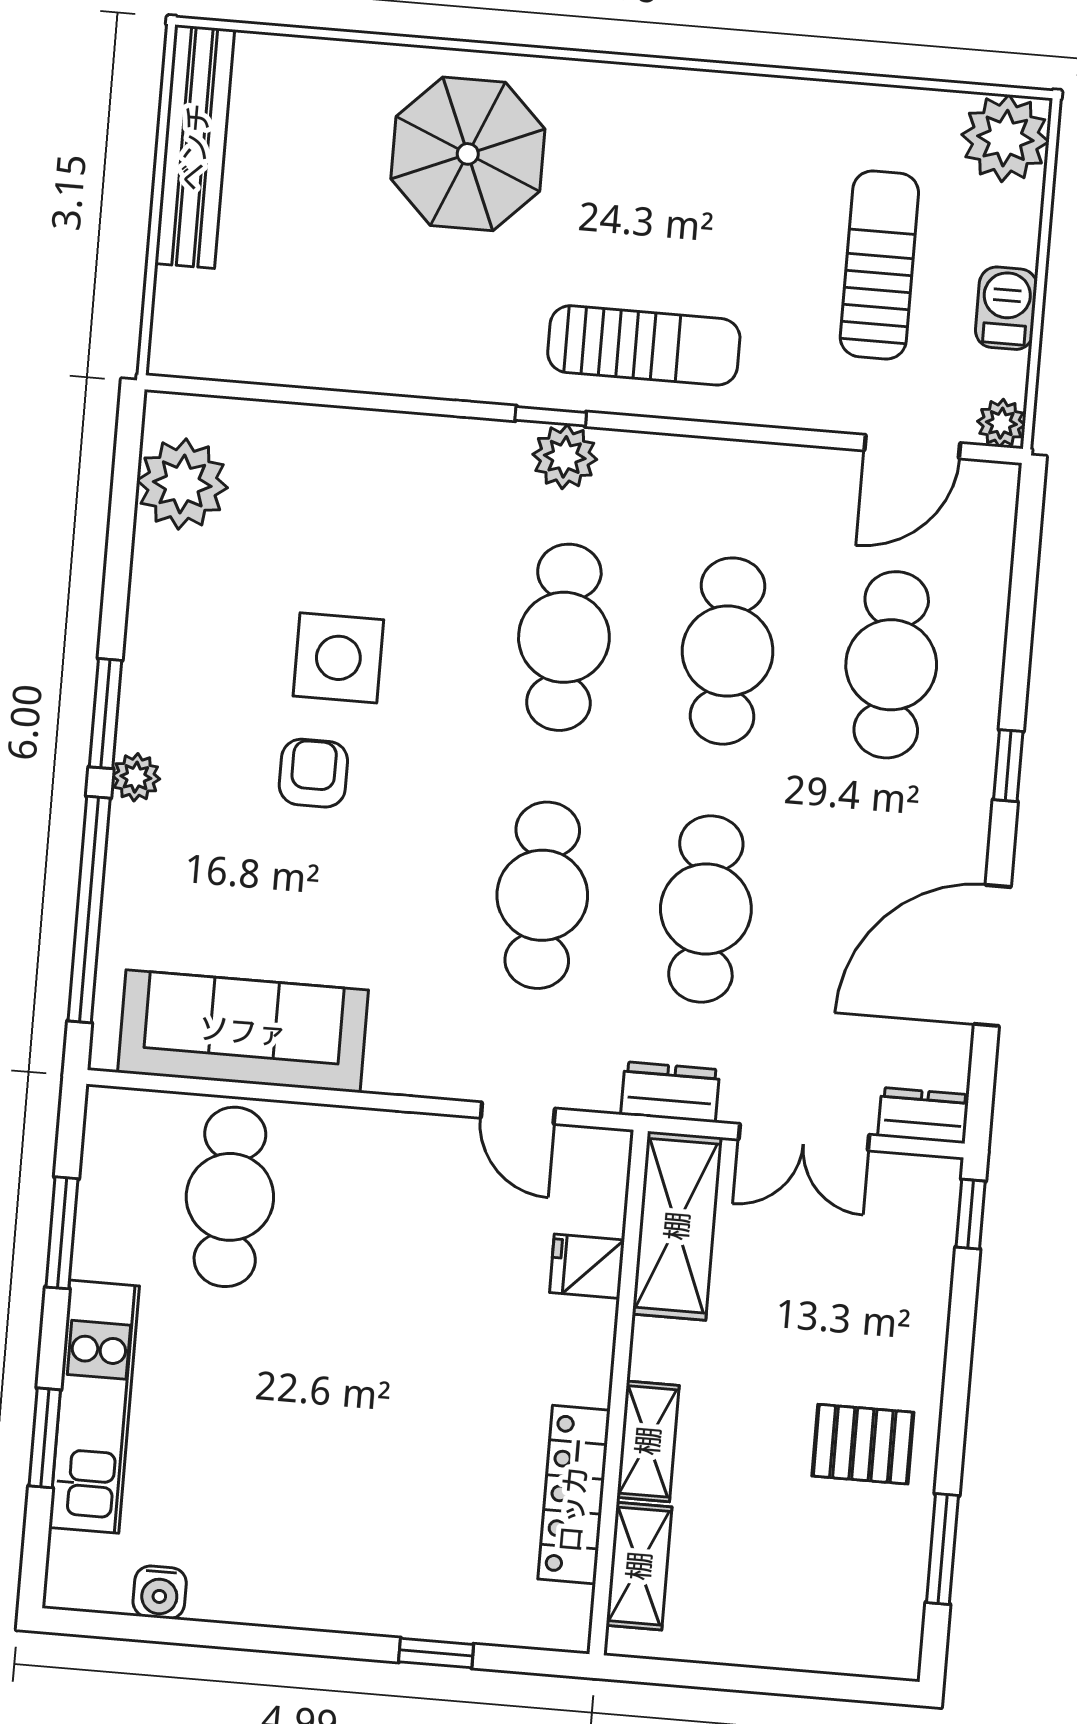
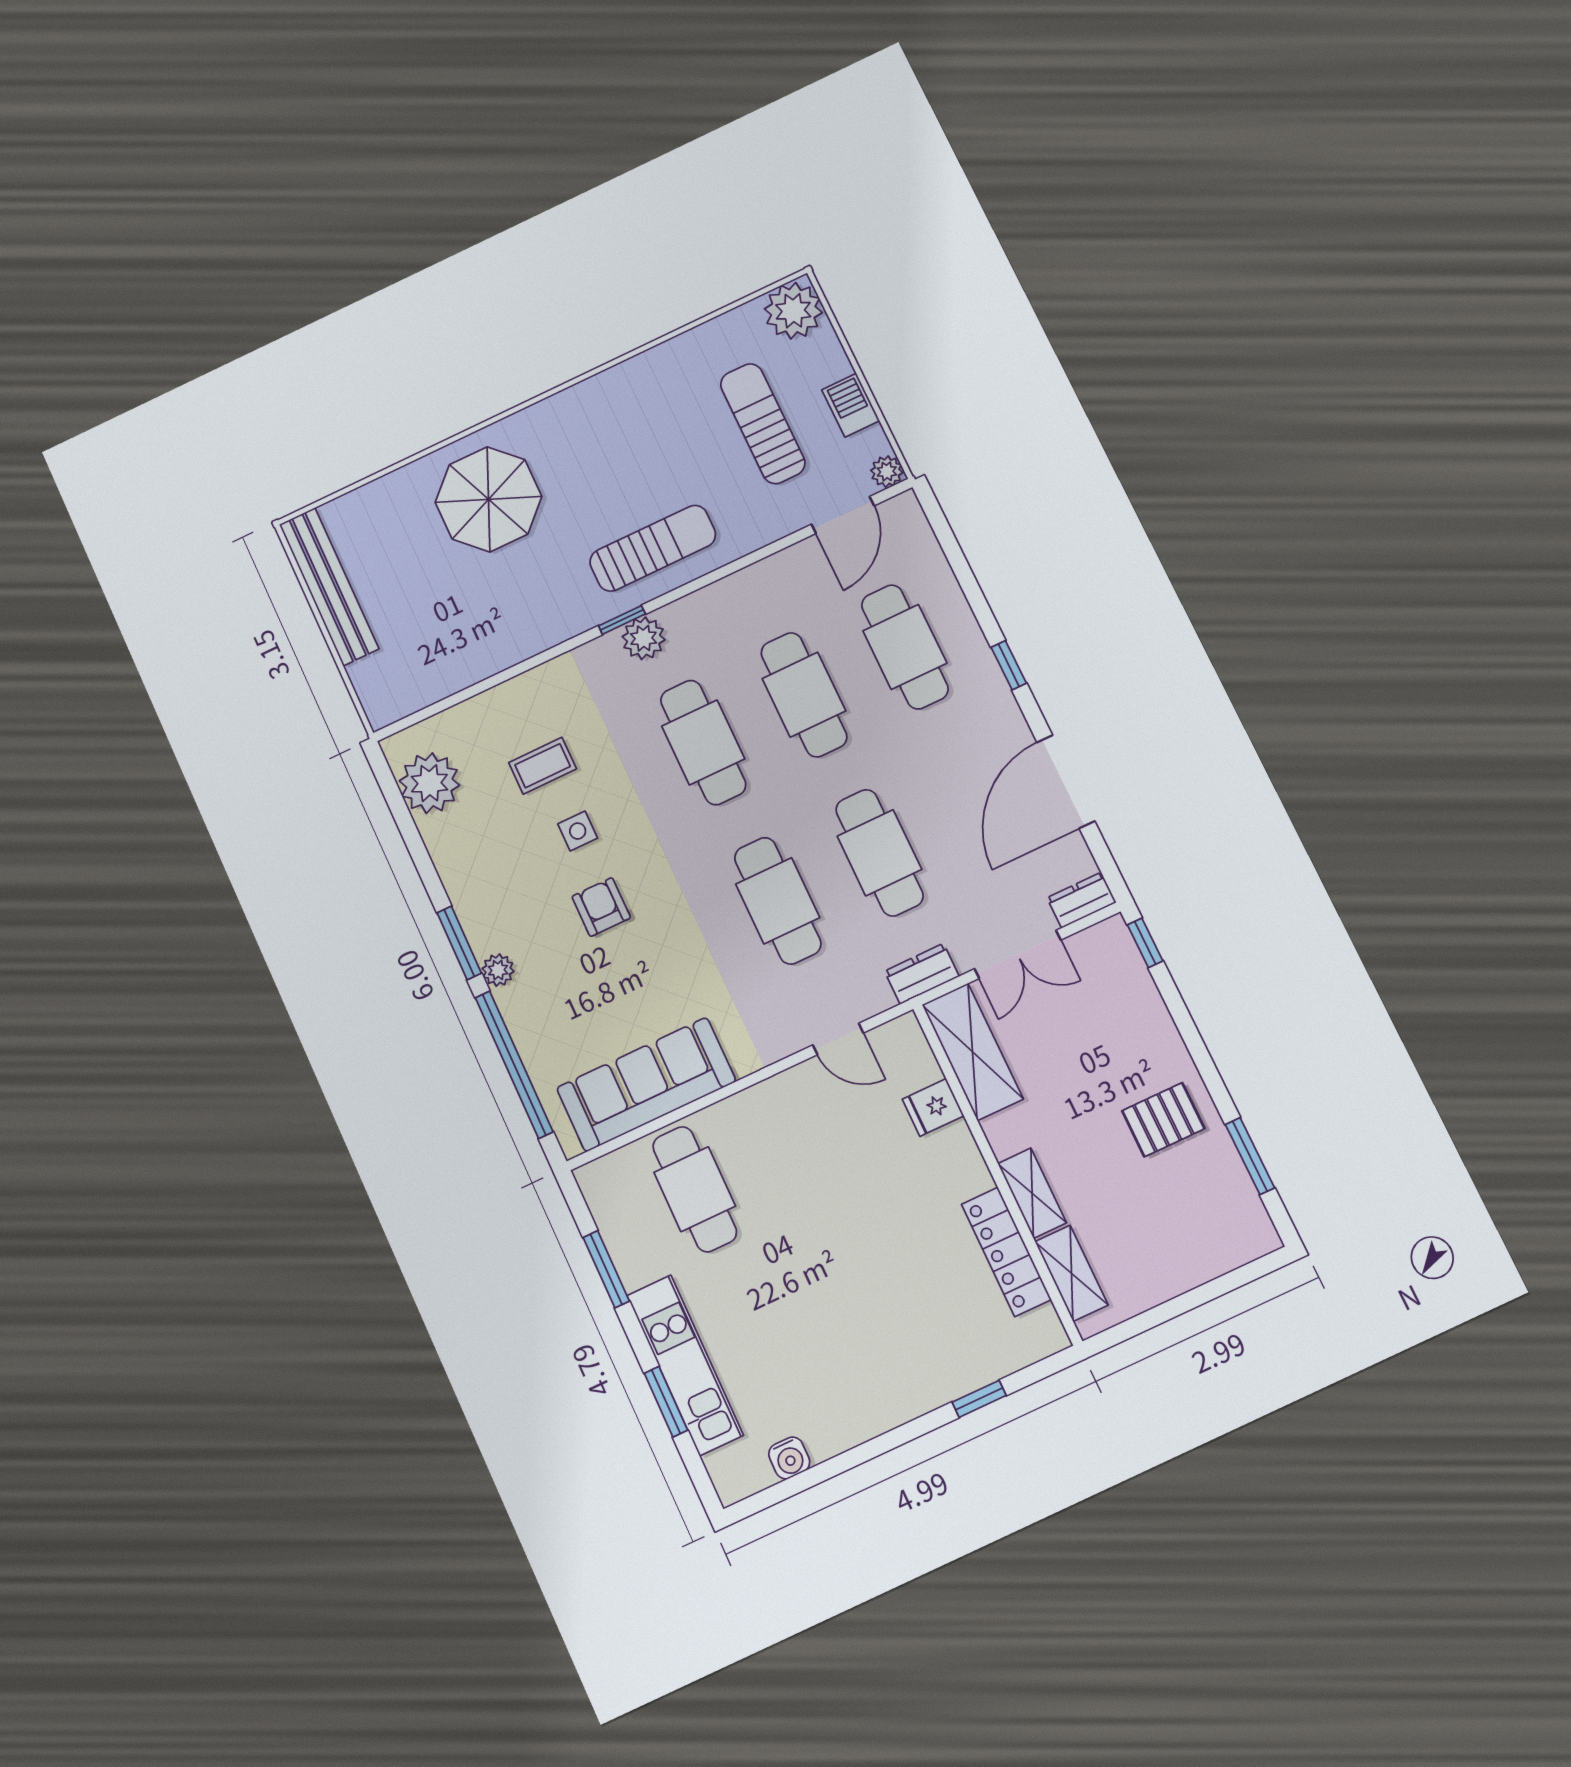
coffee table: (341, 547) -> (543, 766), added
side table: (338, 658) -> (578, 831), width x0.54, depth x0.54

